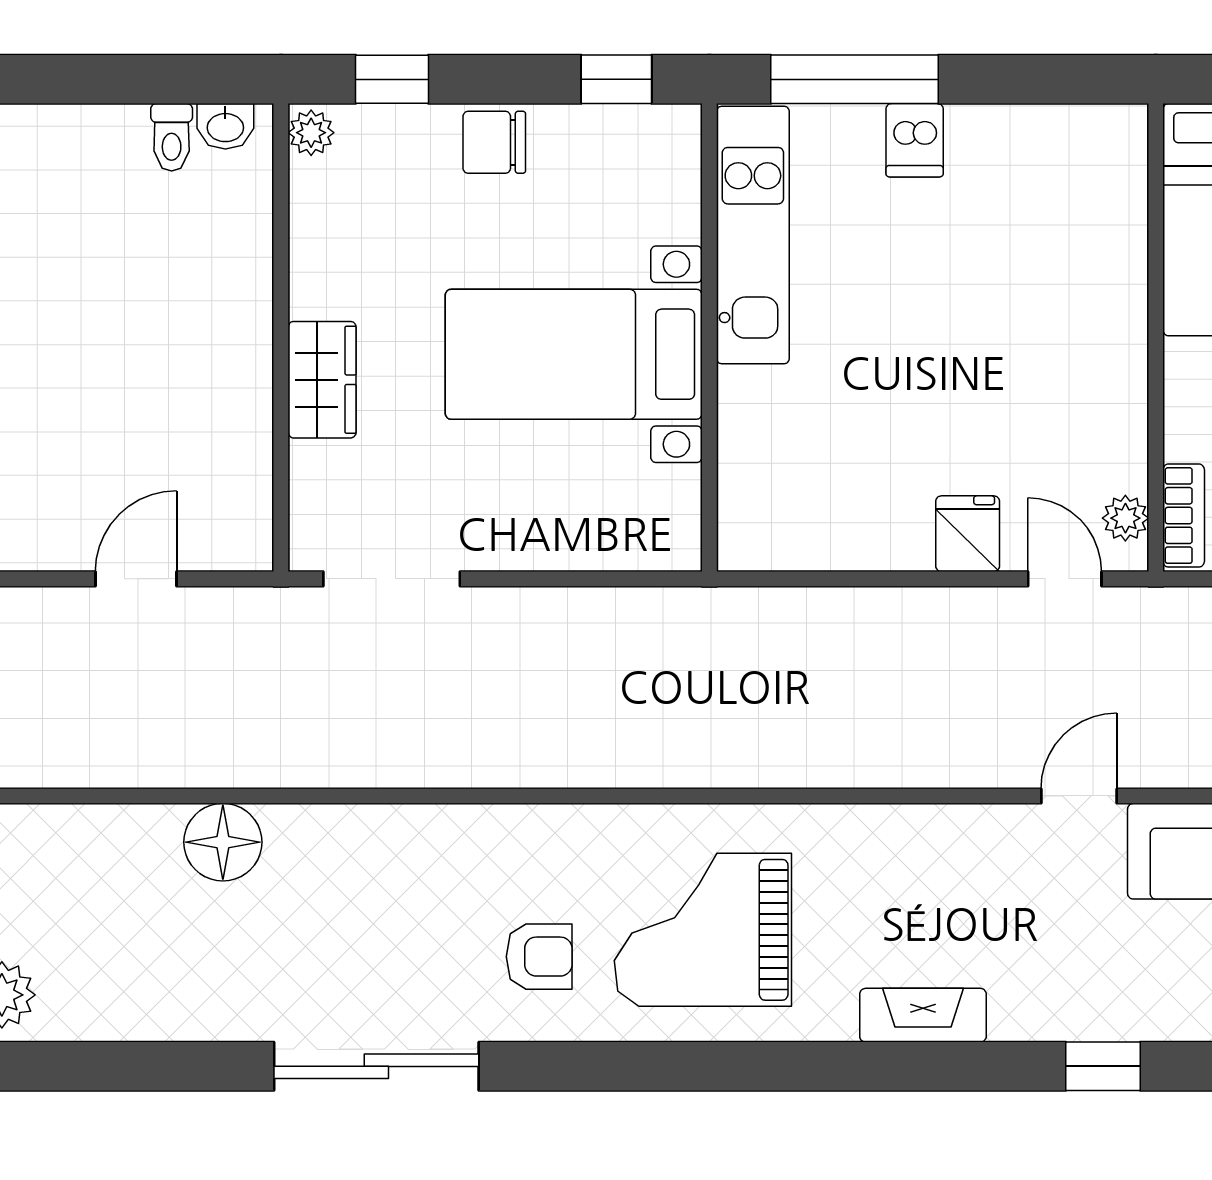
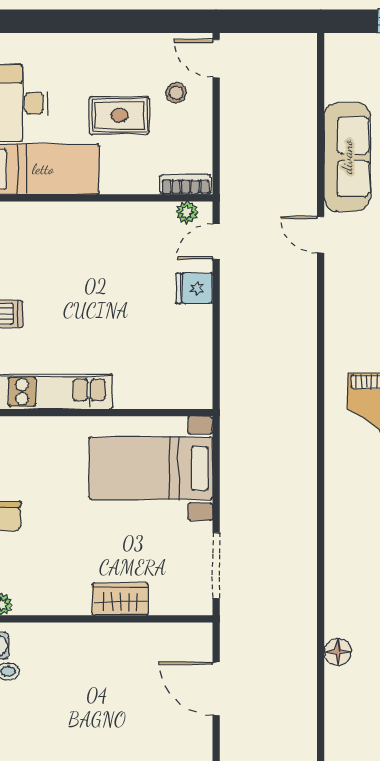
bed with nightstands: (574, 354) -> (151, 468), moved, turned 90
door: (136, 579) -> (216, 689), width x1.38
floor lamp: (223, 842) -> (338, 652), width x0.73, depth x0.73

